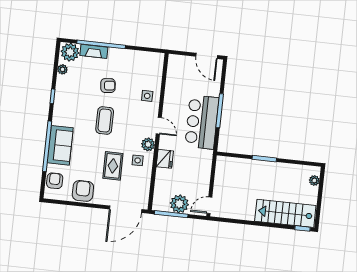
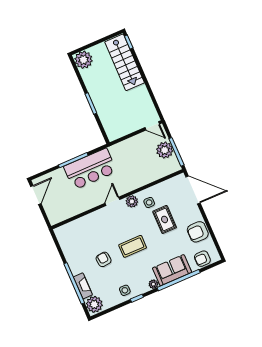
plant: (62, 69) -> (153, 284), moved
side table: (147, 96) -> (125, 290), moved
fridge: (165, 159) -> (136, 182), removed
rug: (113, 166) -> (165, 219), turned 90
plant: (314, 181) -> (83, 60), width x1.88, depth x1.88

